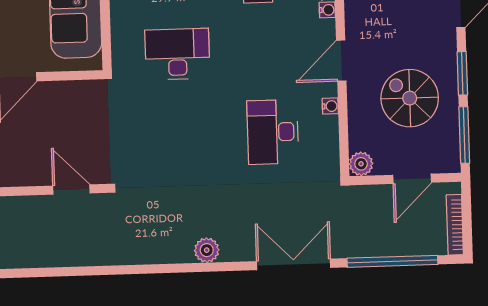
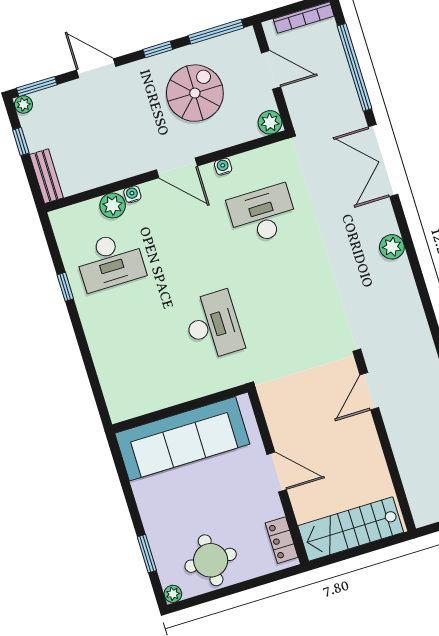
desk: (177, 54) -> (213, 325), turned 180
window: (462, 73) -> (158, 49), width x0.67
spiral stairs: (410, 98) -> (195, 93), turned 180
desk: (273, 132) -> (263, 215), turned 180

